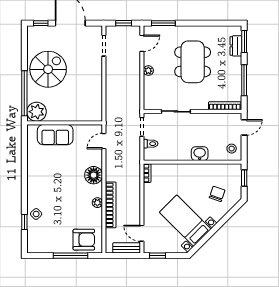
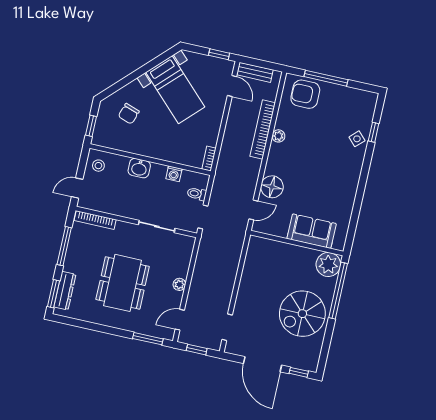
dresser: (236, 46) -> (65, 291), width x1.44
washing machine: (172, 155) -> (174, 174), added
floor lamp: (94, 175) -> (272, 187), moved

